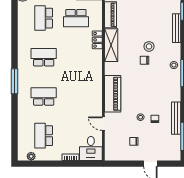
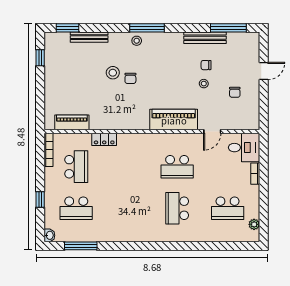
shelving: (111, 45) -> (111, 121), removed
school desk: (44, 57) -> (177, 167), moved, turned -90
window: (14, 81) -> (81, 246), moved

